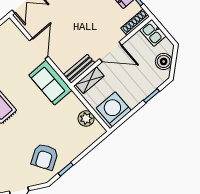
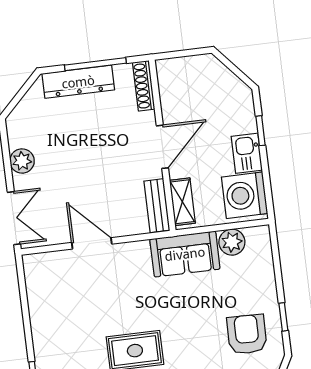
kitchen sink: (153, 33) -> (247, 153), moved, turned 90
boiler: (164, 61) -> (224, 82), removed
sofa: (50, 83) -> (185, 254), moved
armchair: (45, 157) -> (247, 334), turned -147

